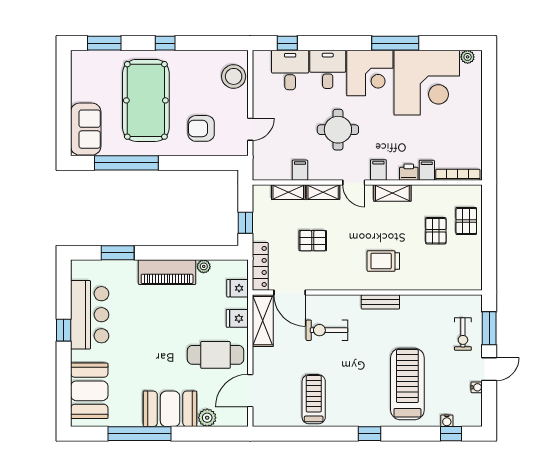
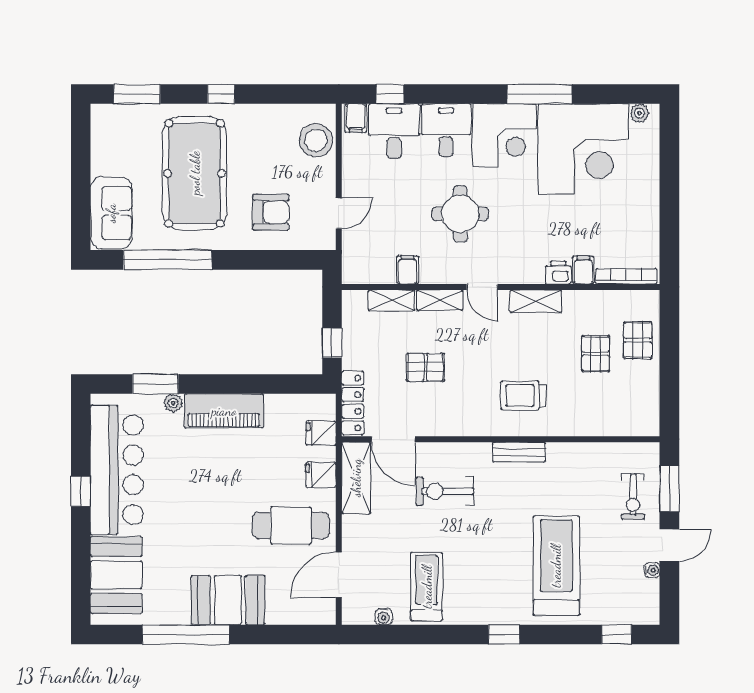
armchair: (201, 128) -> (271, 212), turned 180
filing cabinet: (378, 170) -> (356, 118), moved, turned 180
plant: (204, 266) -> (173, 403), moved
bar counter: (90, 315) -> (117, 470), width x1.36
plant: (207, 418) -> (279, 612), removed
water cooler: (447, 421) -> (384, 616), moved

